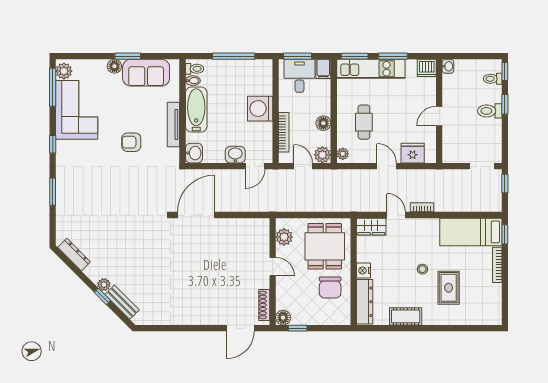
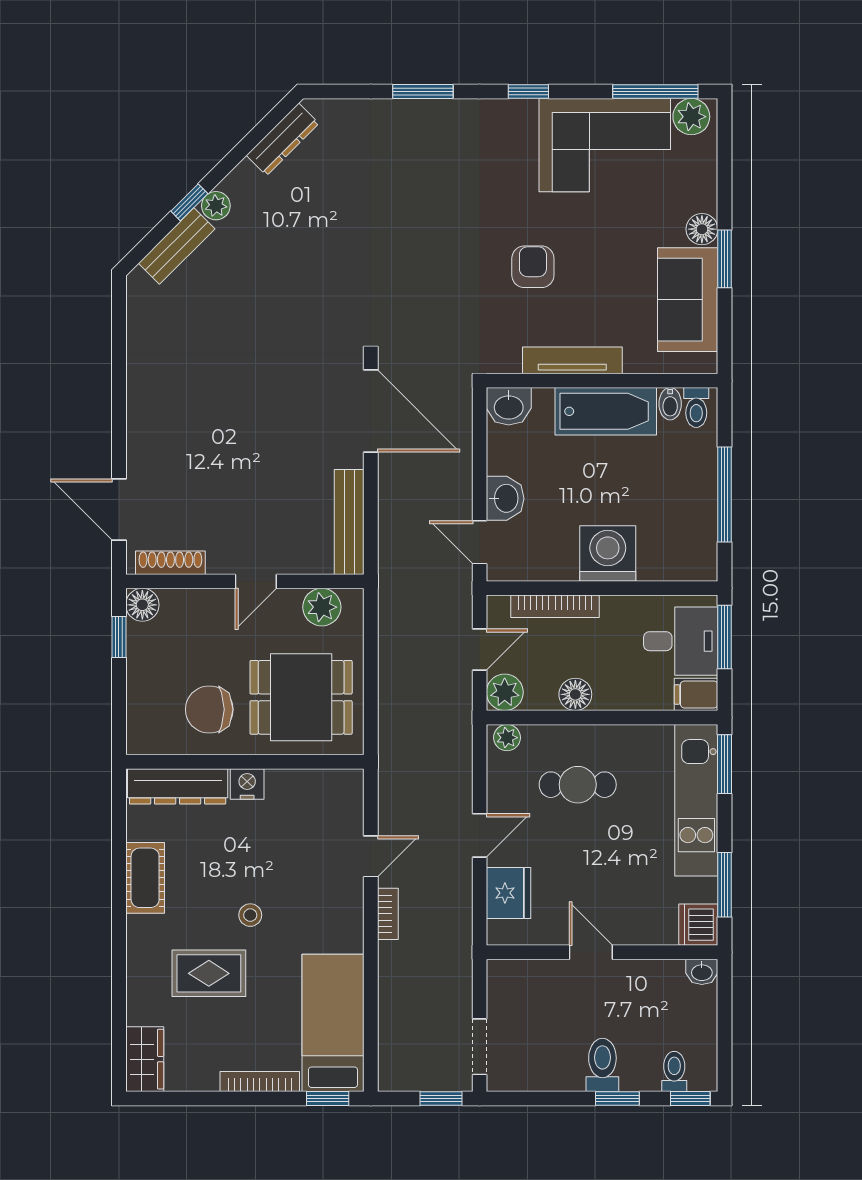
window: (393, 56) -> (725, 885), moved
bench: (246, 225) -> (349, 522), added
wardrobe: (371, 227) -> (145, 1059), moved, turned 180

